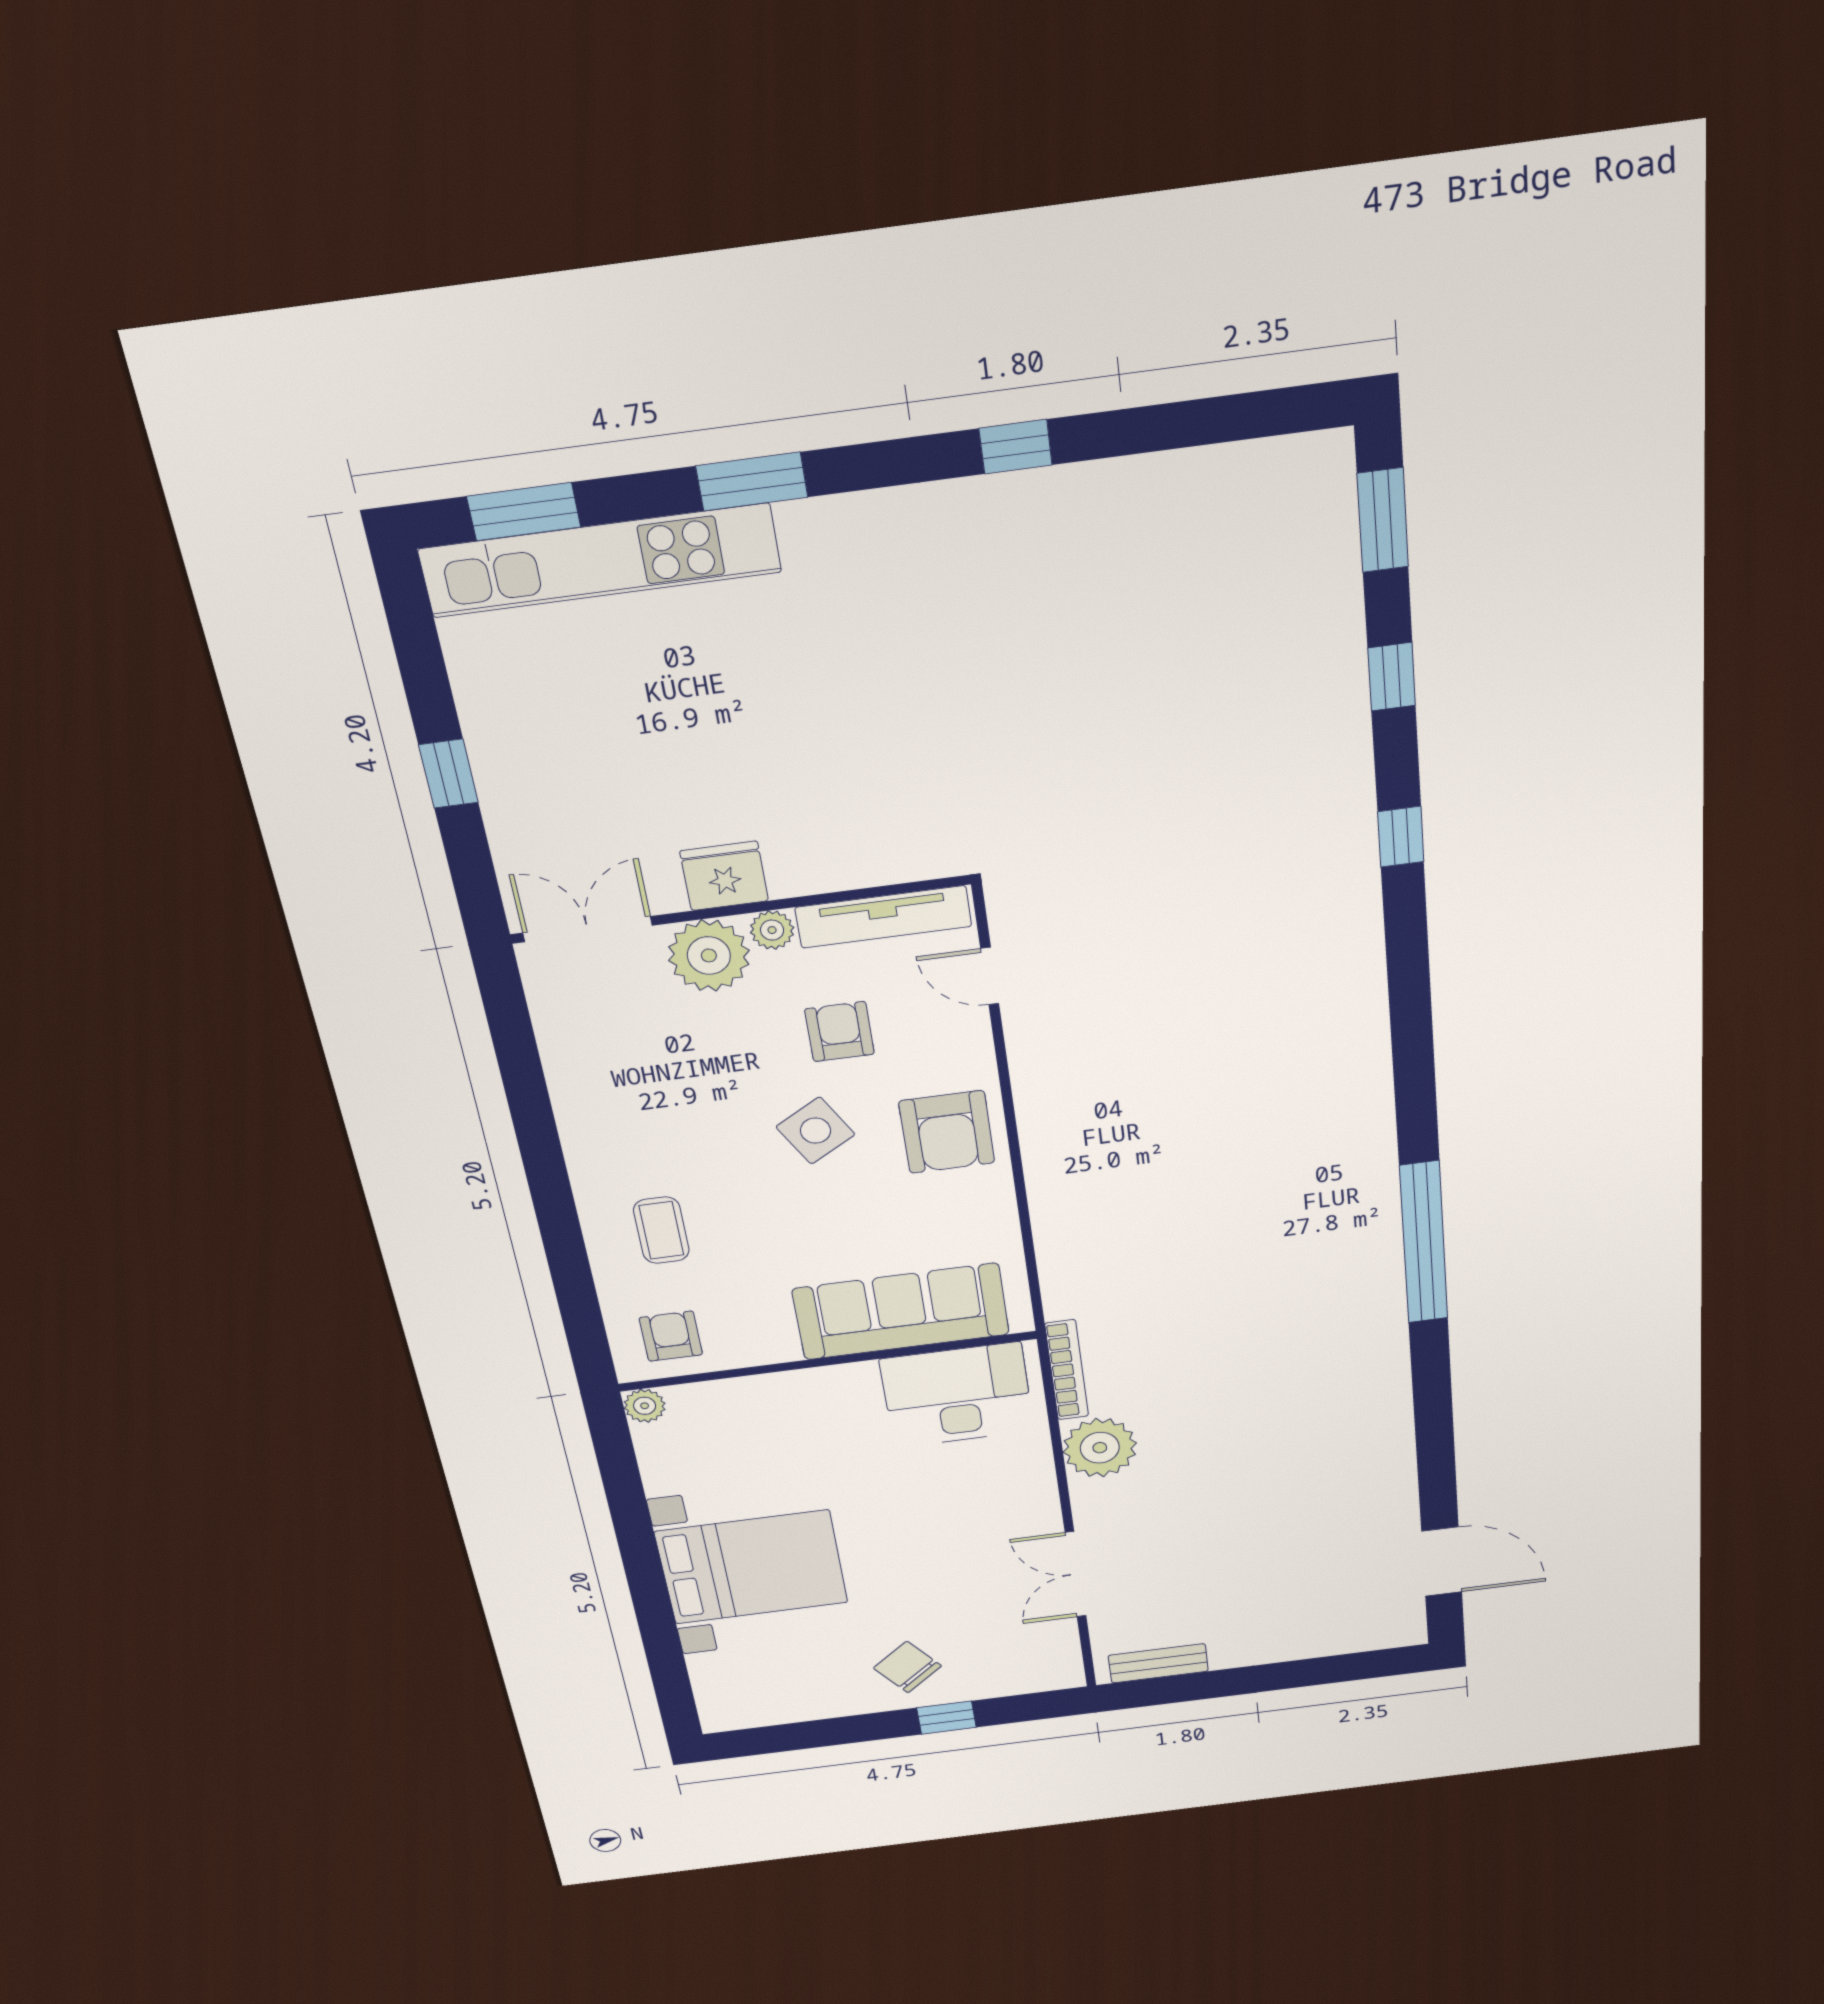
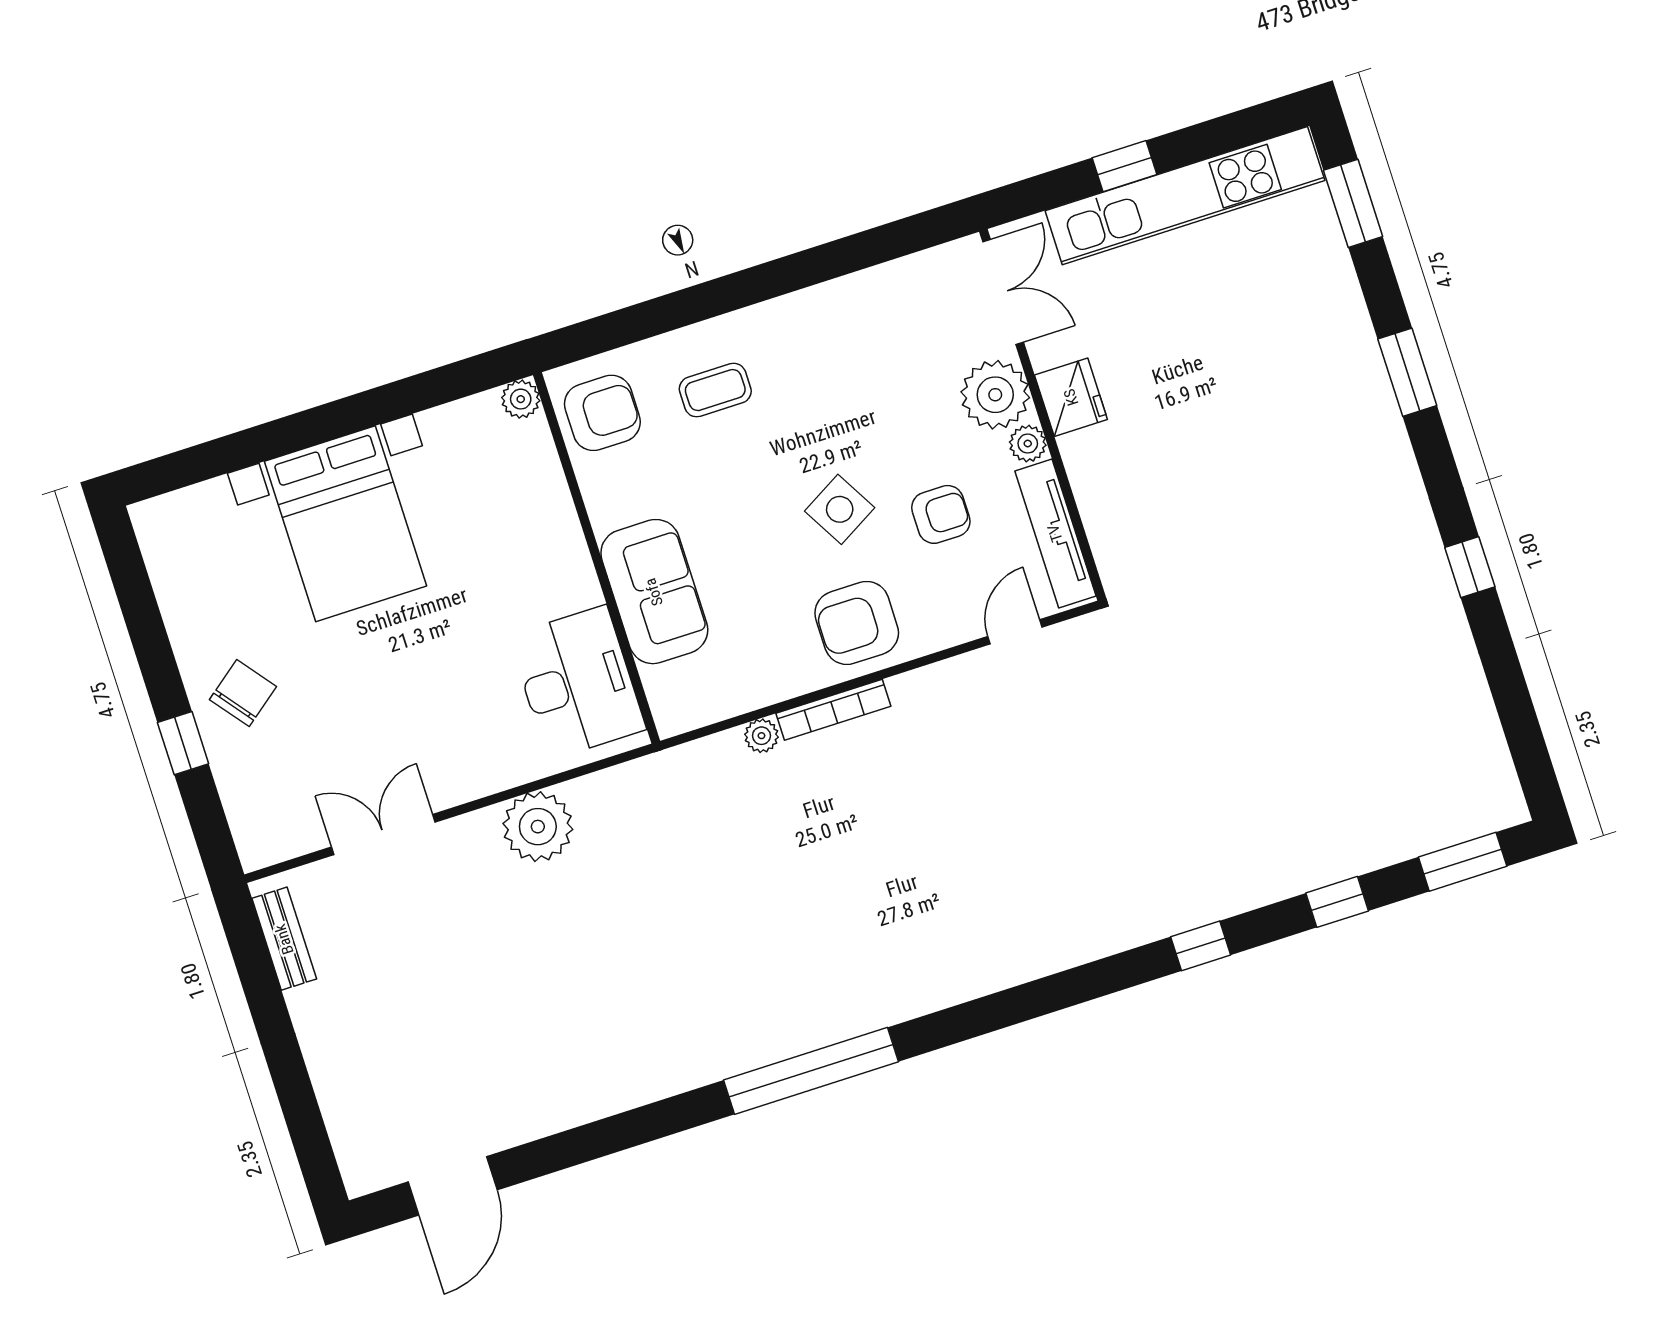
kitchen unit: (600, 561) -> (1185, 196), moved, turned -90
plant: (1052, 1239) -> (761, 736), added
sofa: (901, 1312) -> (654, 592), width x0.73
armchair: (671, 1336) -> (602, 413), width x1.38, depth x1.38
bookcase: (1067, 1370) -> (833, 710), moved

